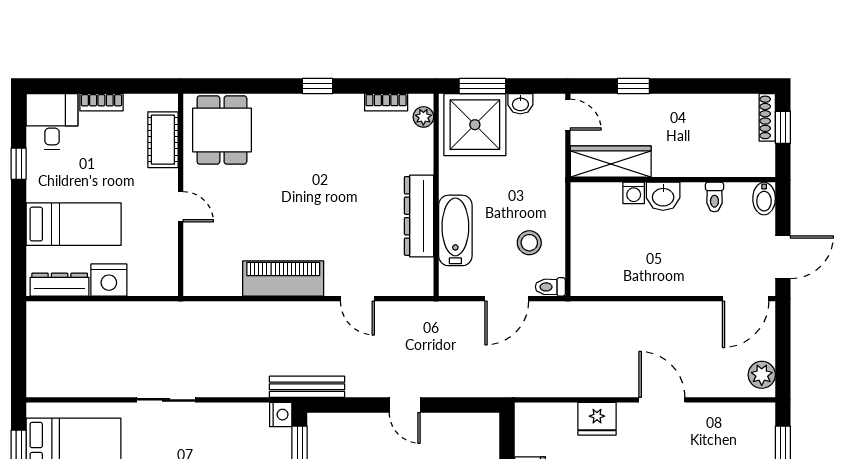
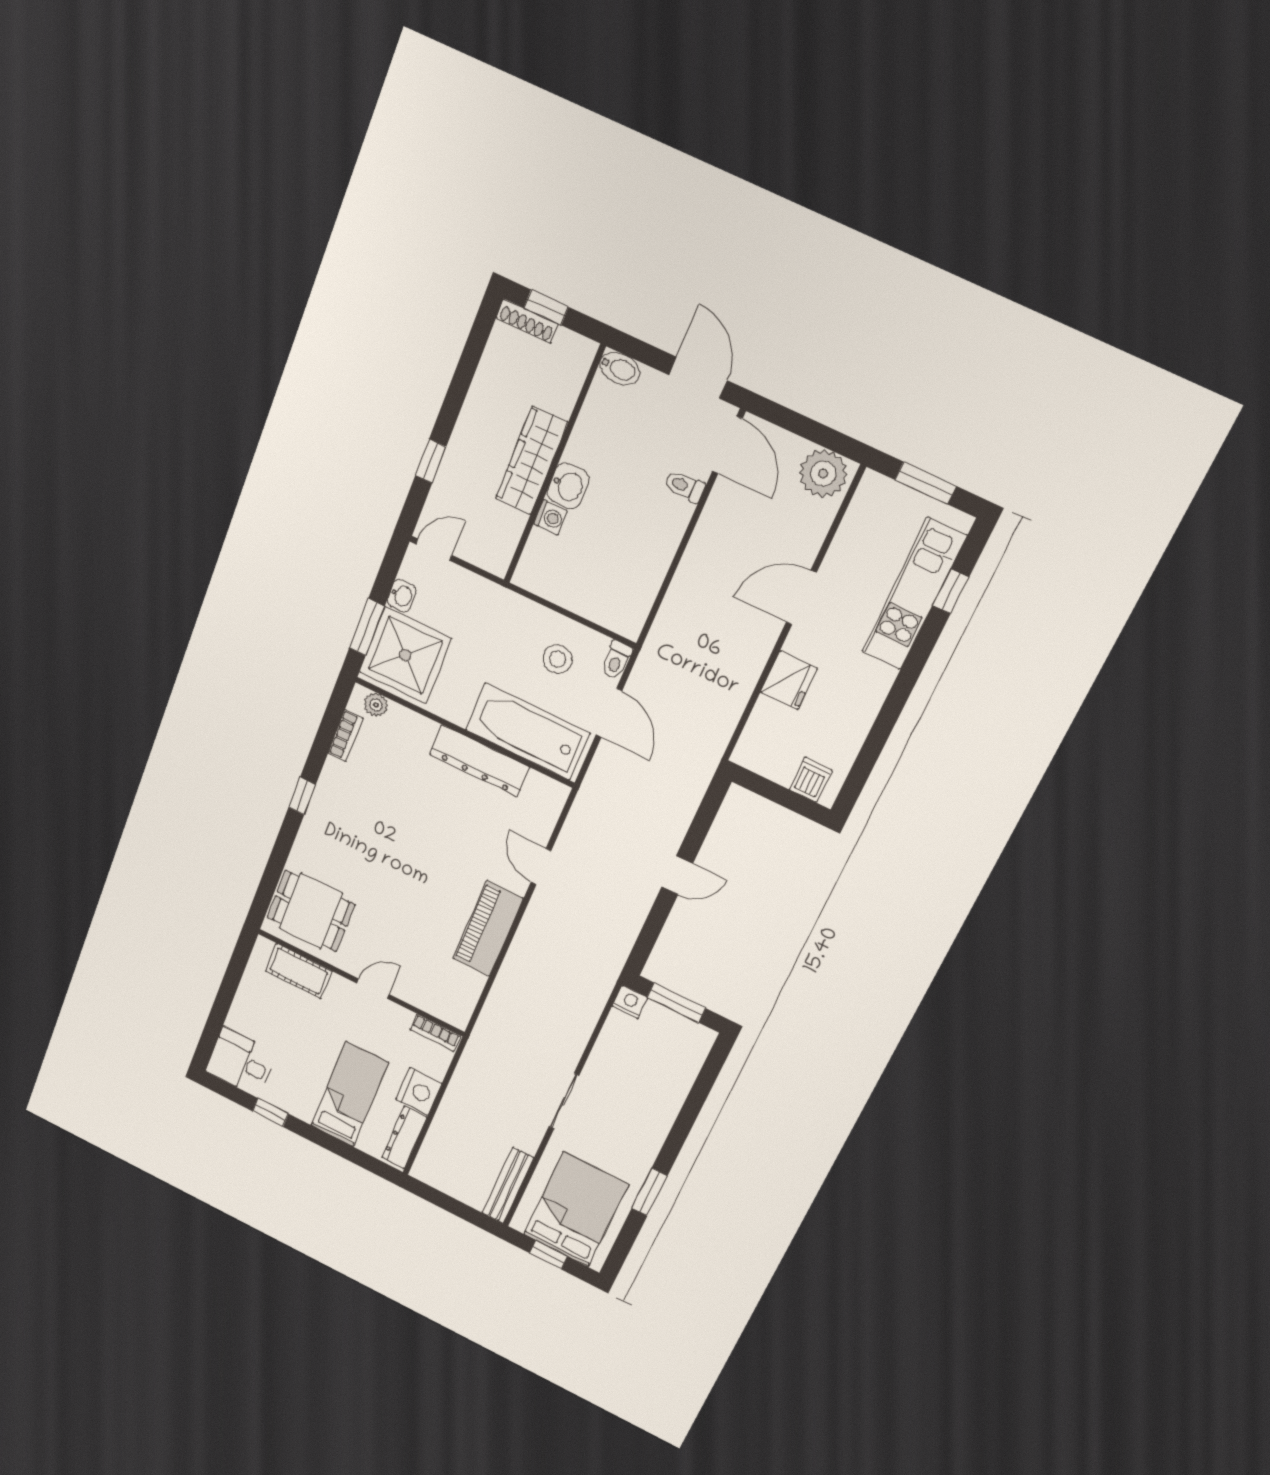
bookcase: (101, 102) -> (435, 1033), moved, turned 90
wardrobe: (611, 162) -> (531, 461), moved
toilet: (714, 197) -> (685, 486), moved, turned 180
bathtub: (455, 230) -> (528, 731), width x1.36, depth x1.36
door: (357, 299) -> (541, 866), swing flipped
plant: (762, 375) -> (823, 474), width x1.36, depth x1.36
bench: (307, 387) -> (508, 1185), moved

